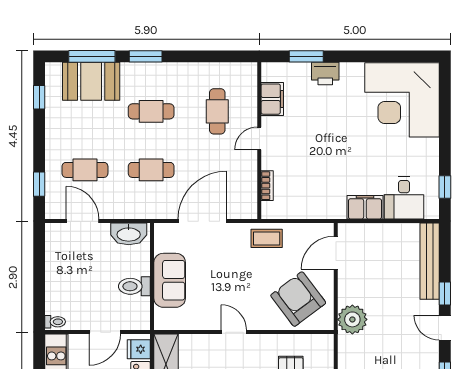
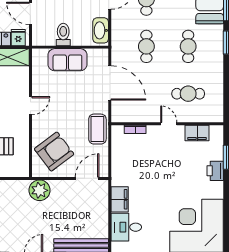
coffee table: (267, 238) -> (97, 129), width x1.36, depth x1.30
door: (336, 253) -> (87, 178), hinge flipped

